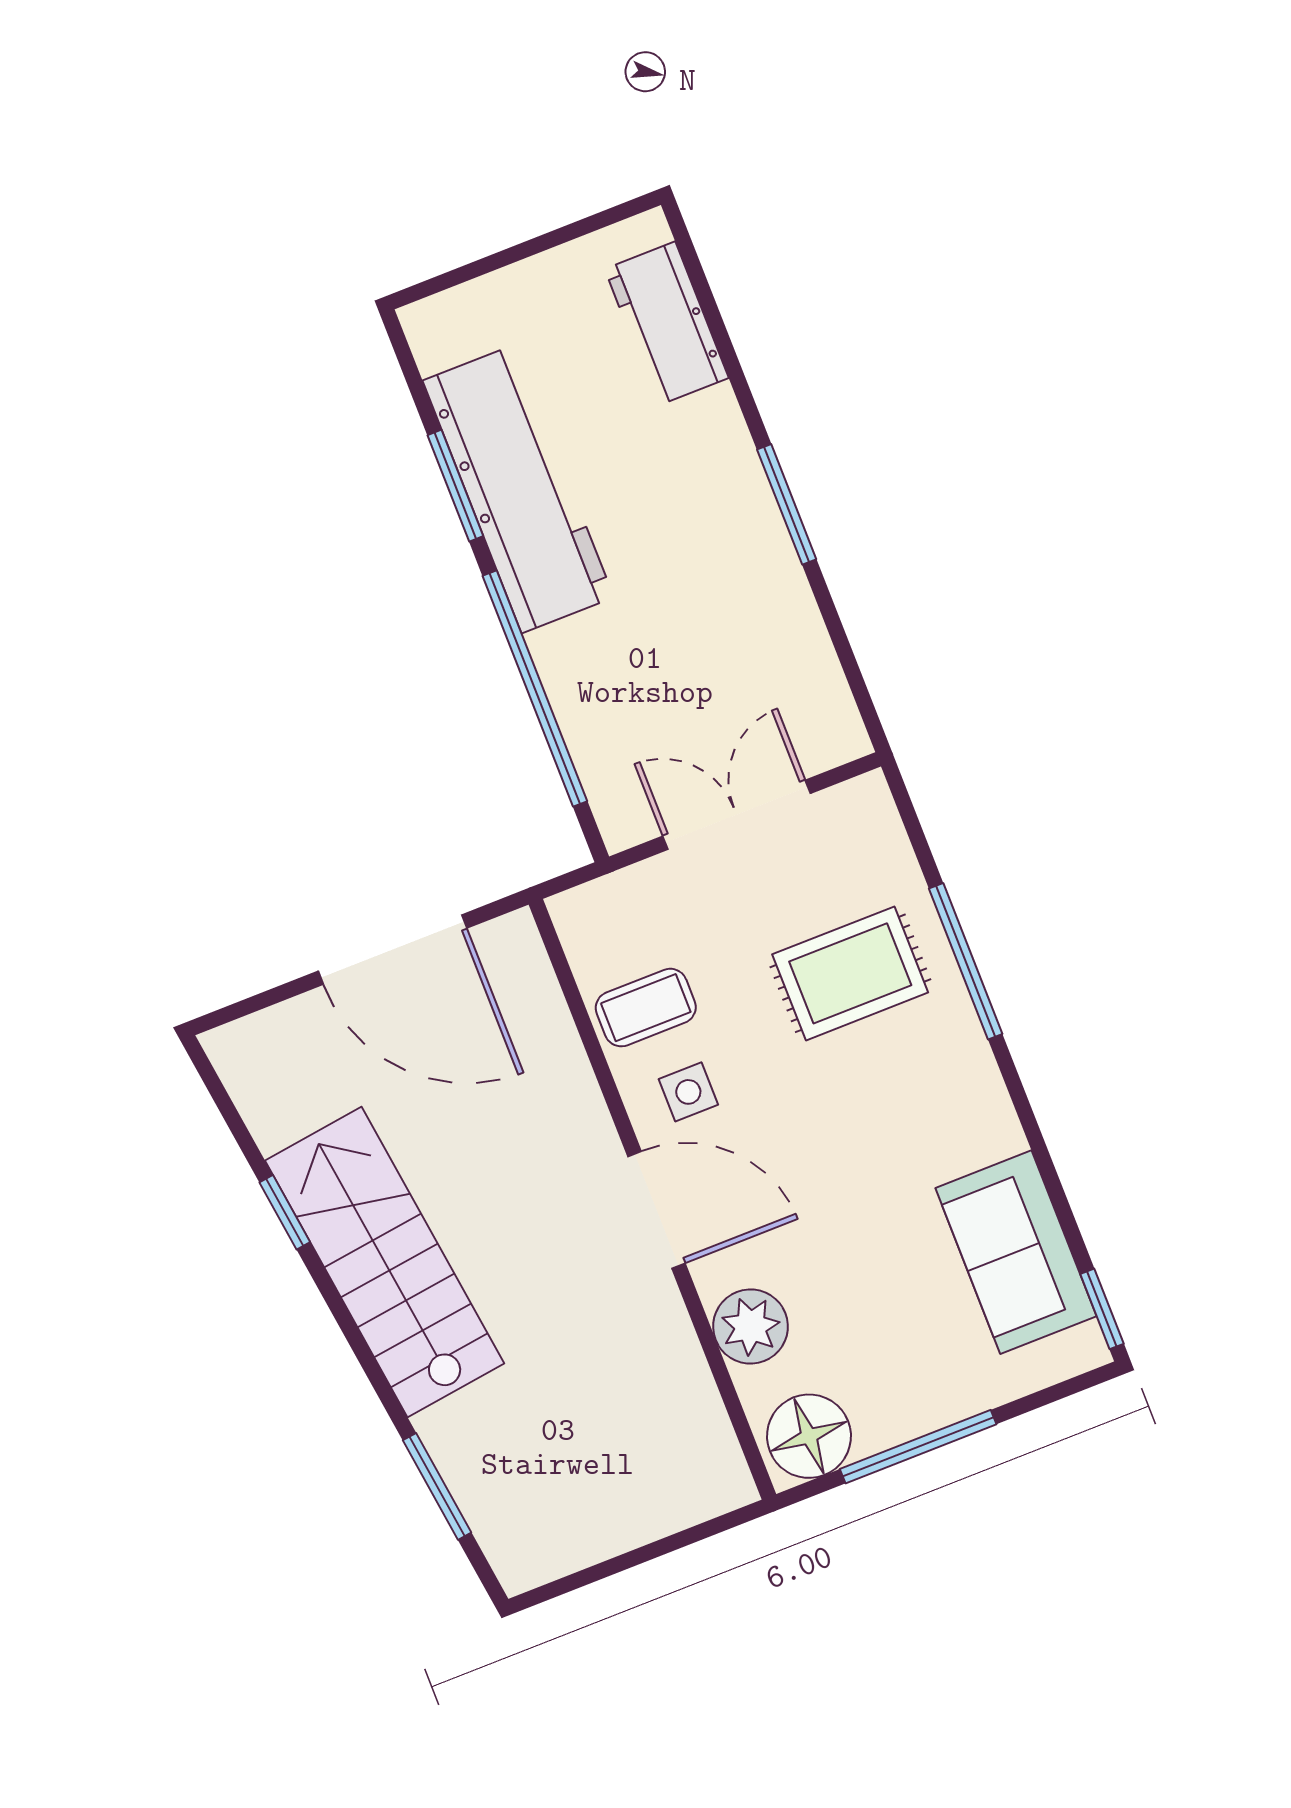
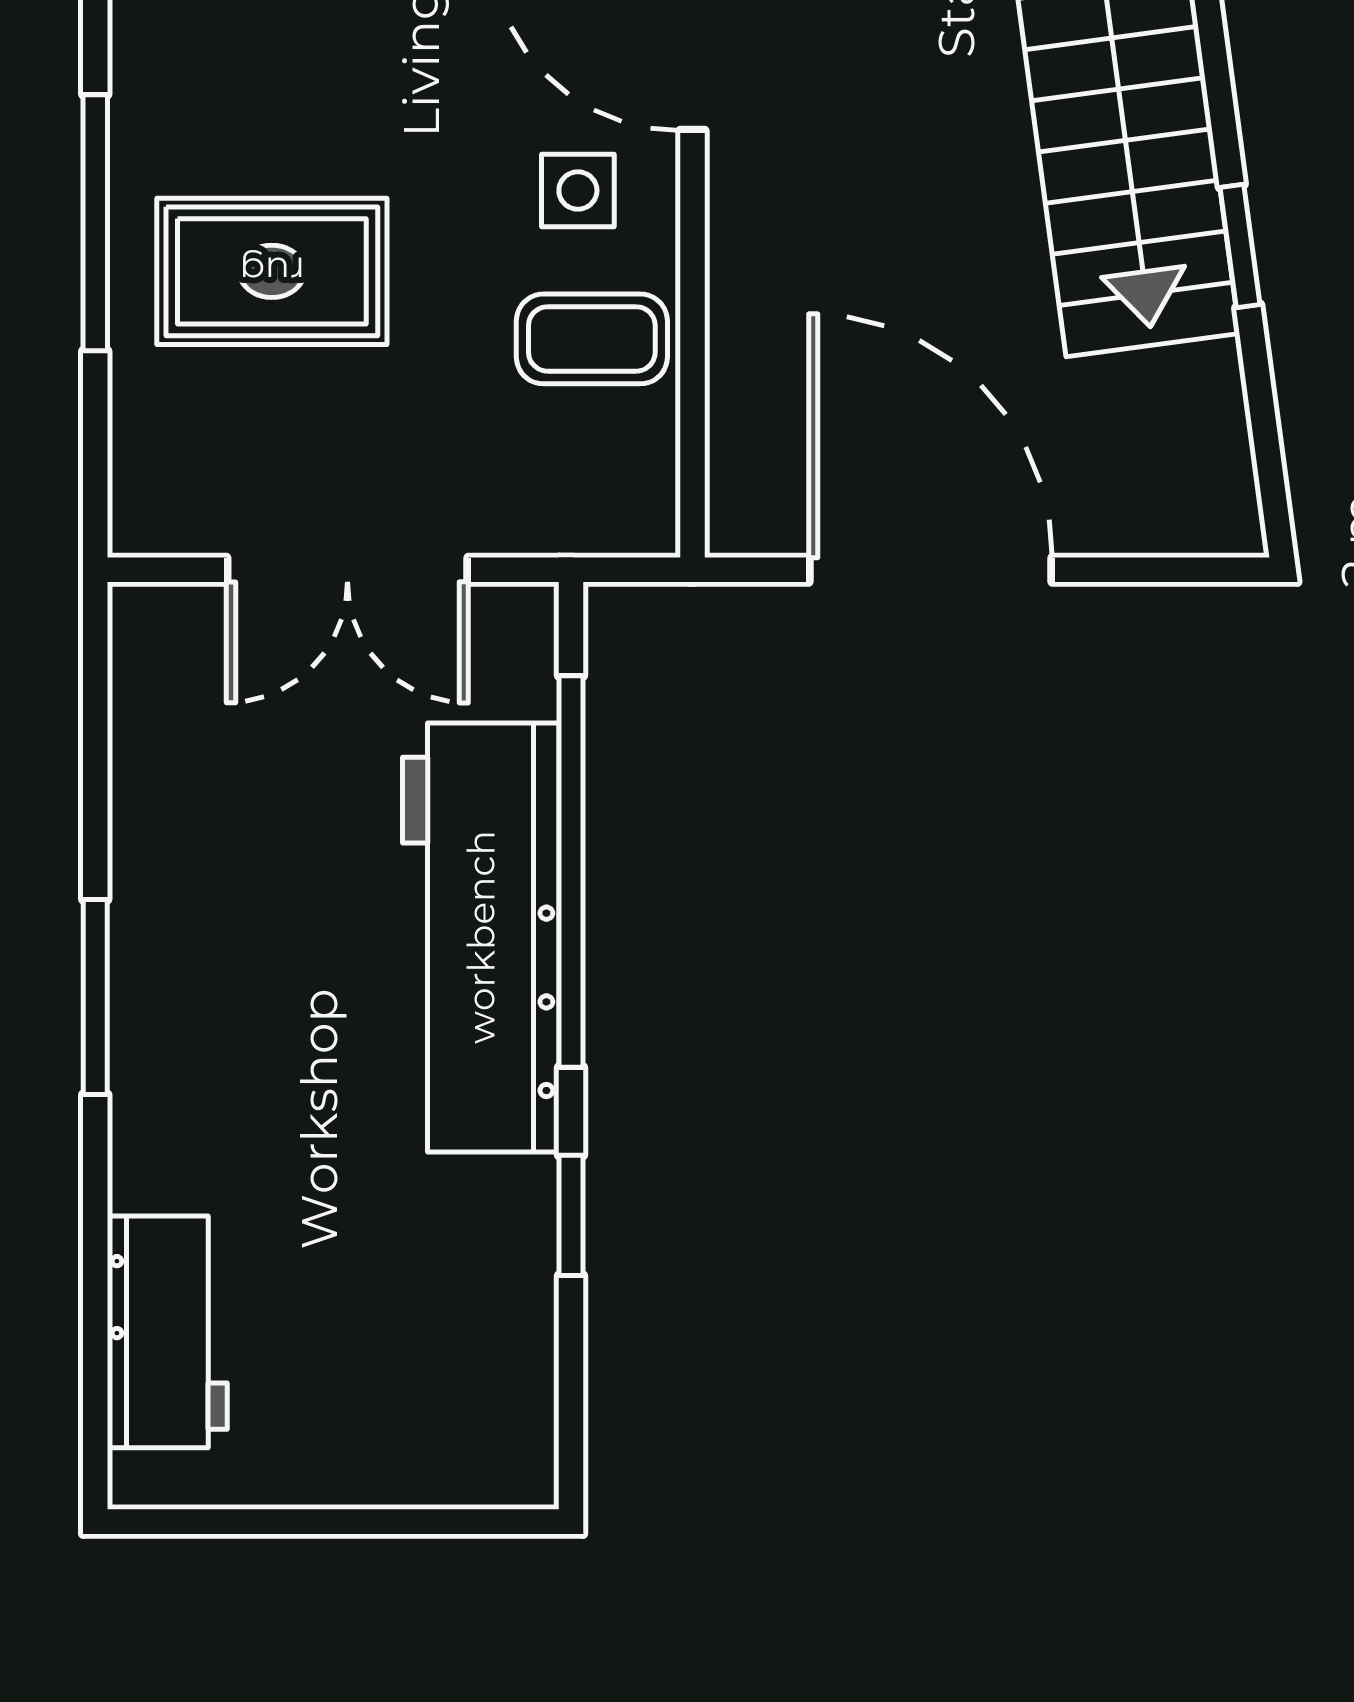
window: (455, 486) -> (571, 1215), width x0.67
workbench: (518, 489) -> (481, 937), moved

